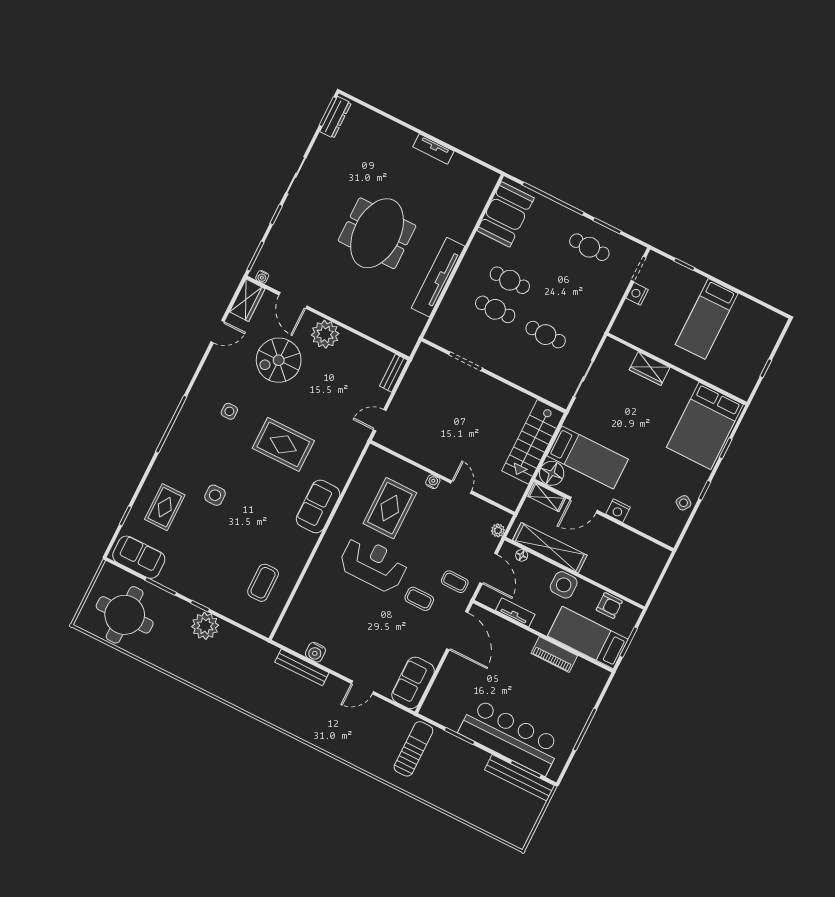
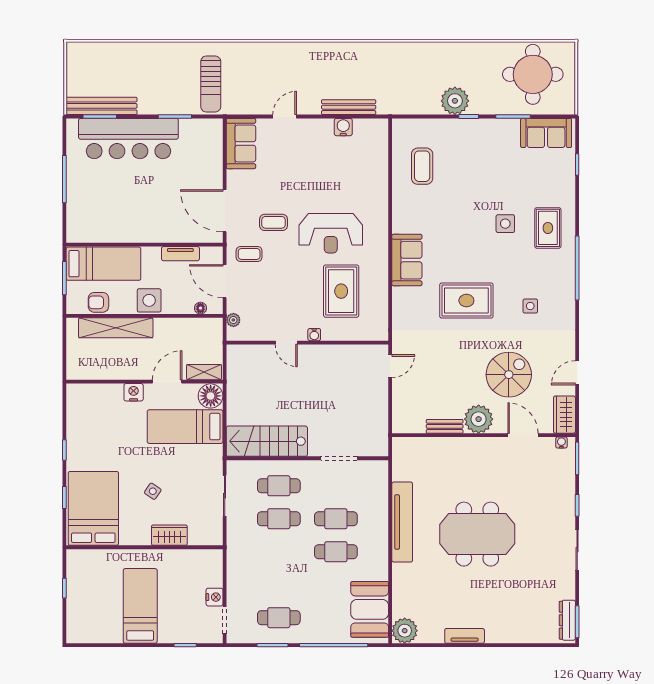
plant: (484, 180) -> (405, 631), added
meeting table: (377, 233) -> (477, 534), turned 90
cafe table: (531, 364) -> (279, 486), added
bench: (394, 373) -> (445, 426), moved, turned 90
stairs: (533, 442) -> (267, 441), moved, turned -90
side table: (683, 503) -> (153, 491), moved
rug: (165, 507) -> (548, 228), moved
shelving: (550, 548) -> (116, 328), moved
piano: (554, 654) -> (126, 233), removed

